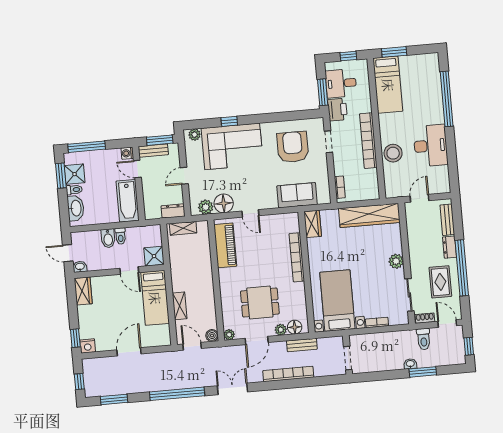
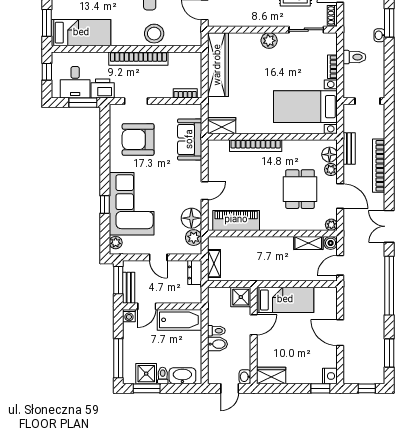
shelving: (180, 306) -> (308, 243), moved
toilet: (424, 339) -> (354, 57), moved

